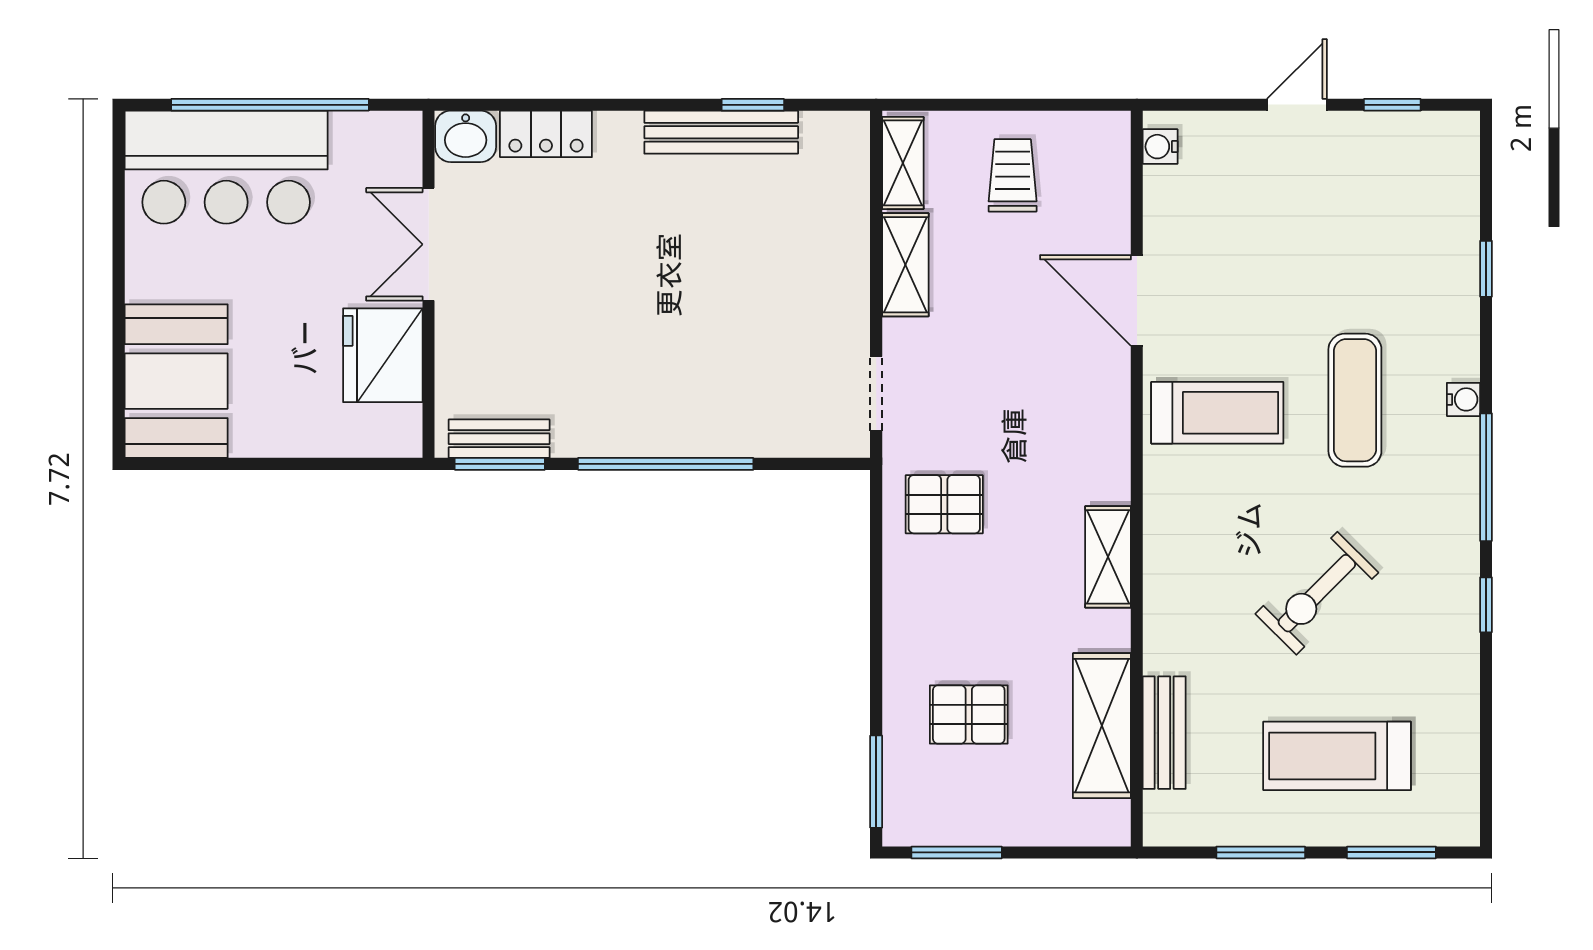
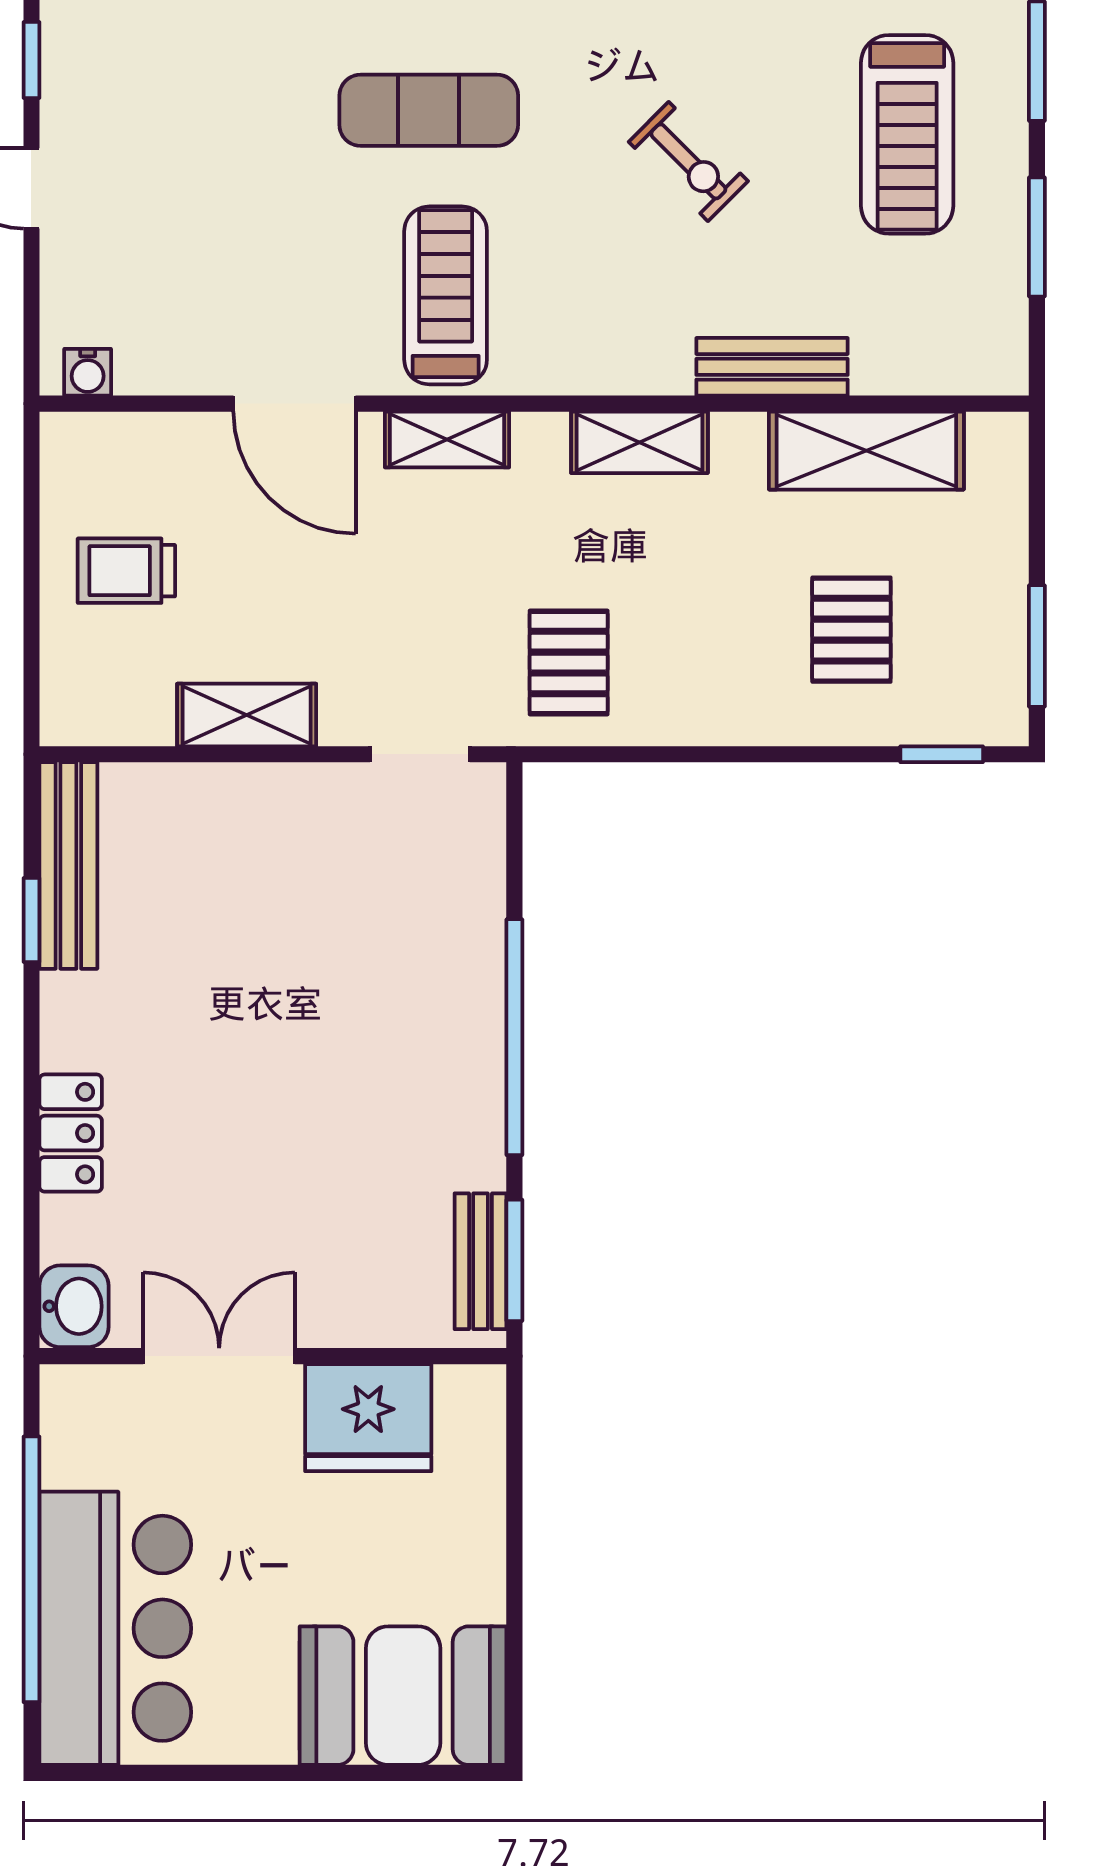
bench: (721, 132) -> (68, 866), moved
locker: (546, 134) -> (71, 1133), moved
shelving: (903, 163) -> (447, 440), moved
double door: (429, 244) -> (219, 1356), swing flipped
door: (1137, 300) -> (295, 404), hinge flipped
exercise bike: (1317, 593) -> (688, 161), width x0.73, depth x0.72
bench: (1164, 733) -> (772, 367), moved
window: (876, 782) -> (942, 754), width x0.67

